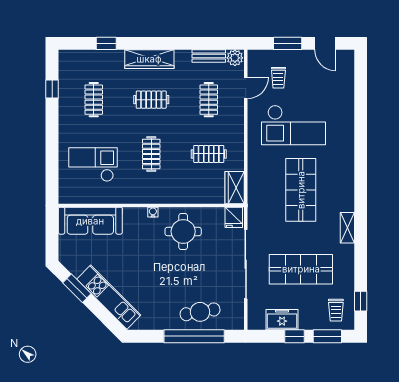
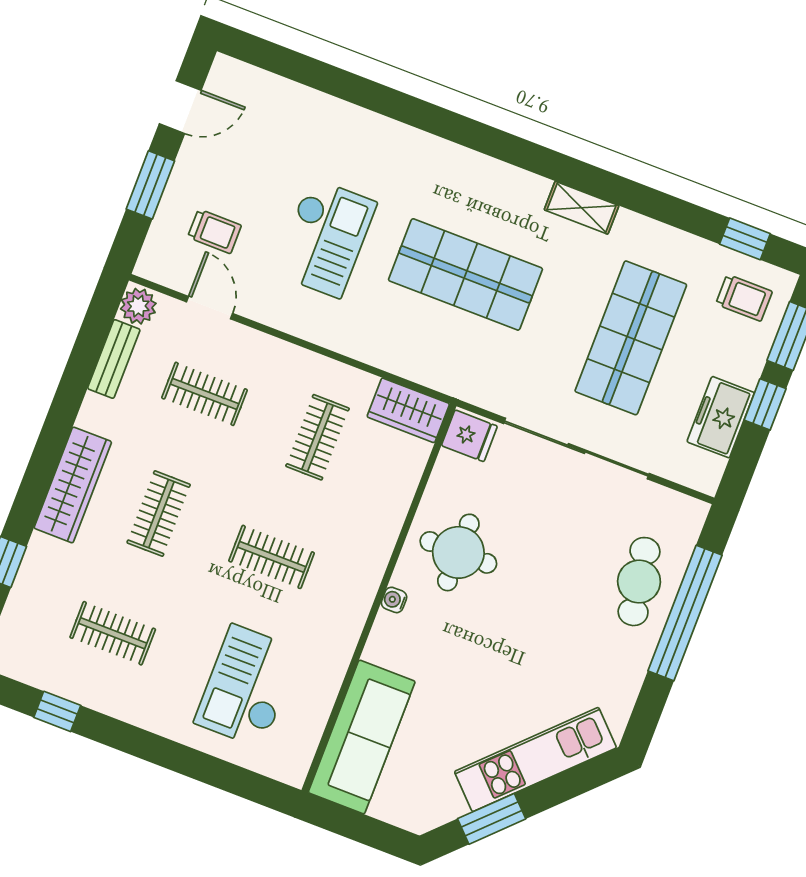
checkout: (294, 125) -> (325, 238), width x0.73, depth x0.83

